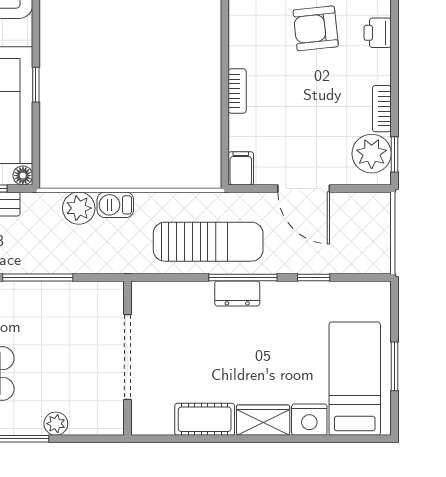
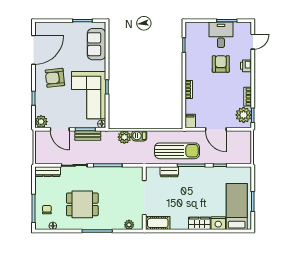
armchair: (316, 28) -> (221, 64), turned 96
dresser: (237, 293) -> (169, 172), moved
cot: (205, 419) -> (158, 223), moved
plant: (56, 424) -> (129, 225), moved

